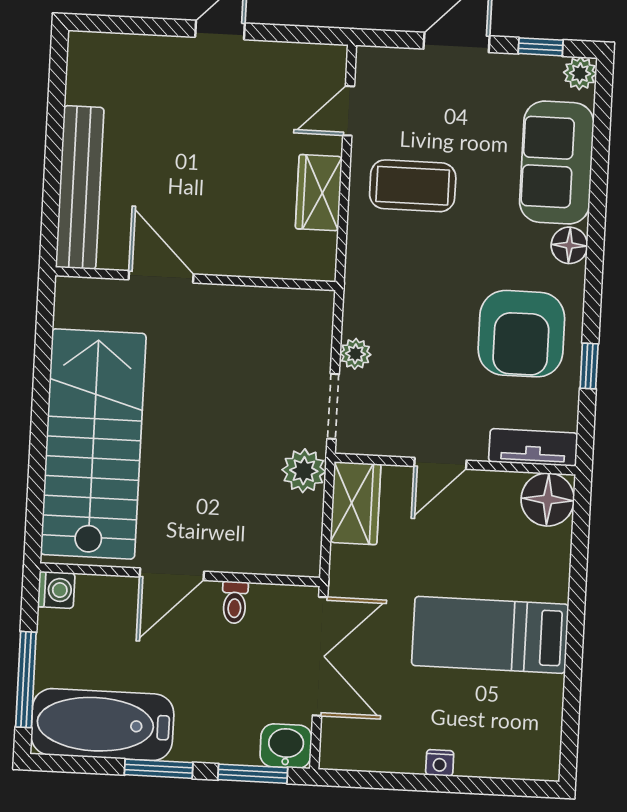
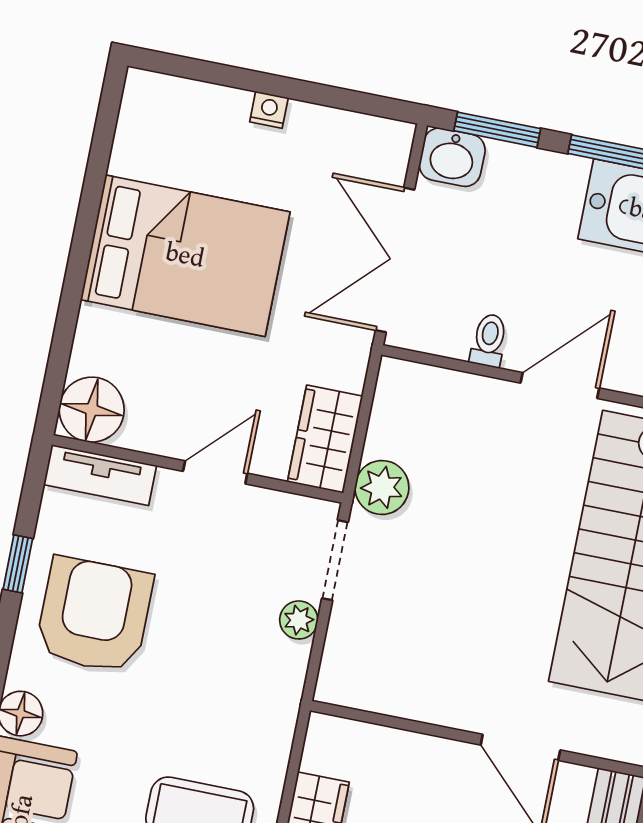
bed: (490, 635) -> (185, 256), width x1.50

